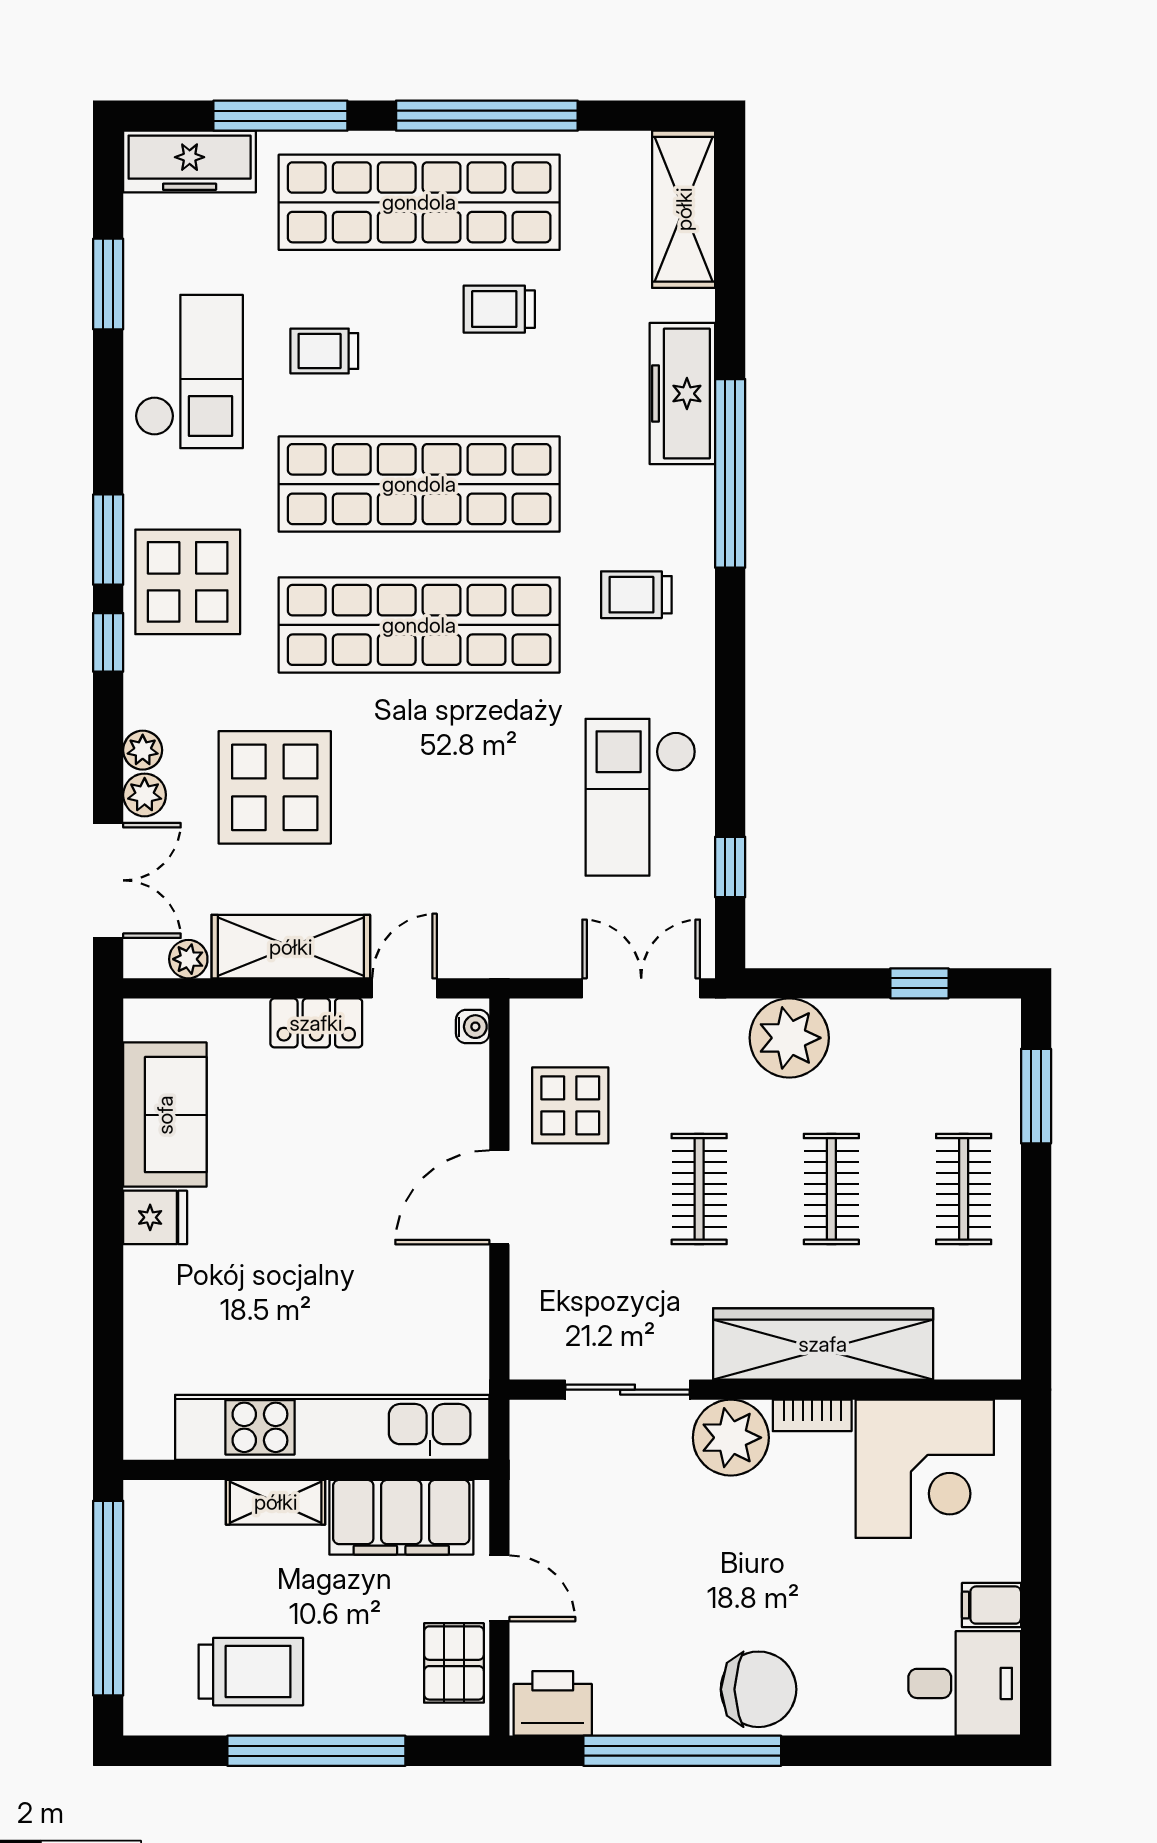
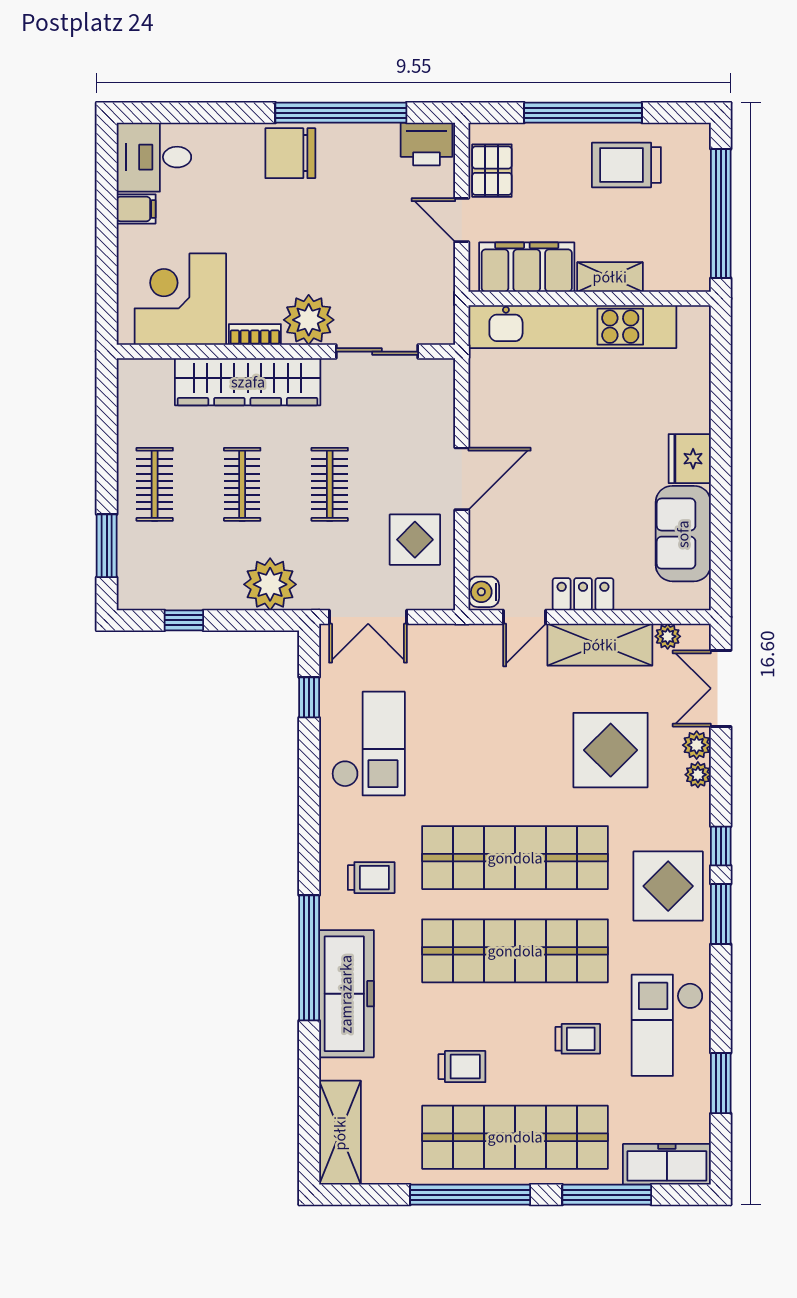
freezer: (682, 394) -> (346, 994), width x1.36, depth x1.26
water cooler: (473, 1027) -> (484, 592), width x1.38, depth x1.38
fridge: (155, 1217) -> (690, 459), width x1.38

